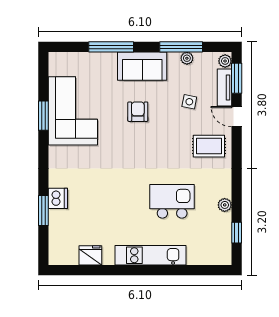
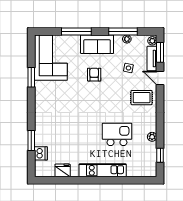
corner sofa: (73, 111) -> (51, 58), moved
dishwasher: (58, 198) -> (41, 153), moved

